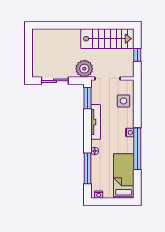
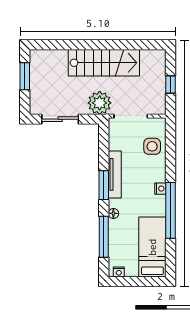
stairs: (107, 39) -> (104, 63), moved
window: (29, 49) -> (25, 76), added
window: (87, 98) -> (104, 185), moved

